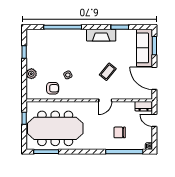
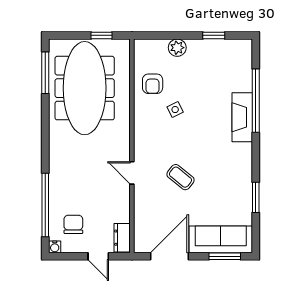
fireplace: (101, 35) -> (242, 117), moved
door: (154, 120) -> (98, 256), swing flipped
chair: (120, 132) -> (73, 224), moved

